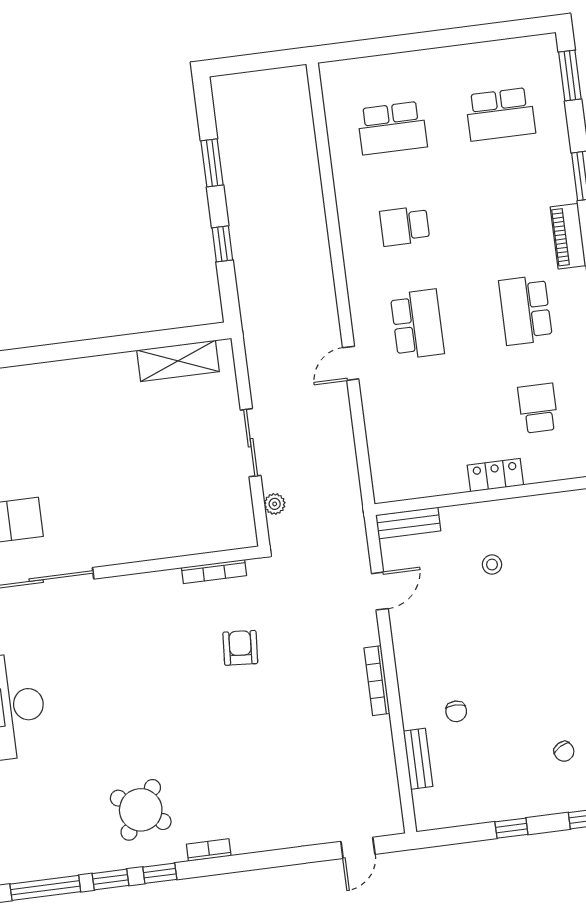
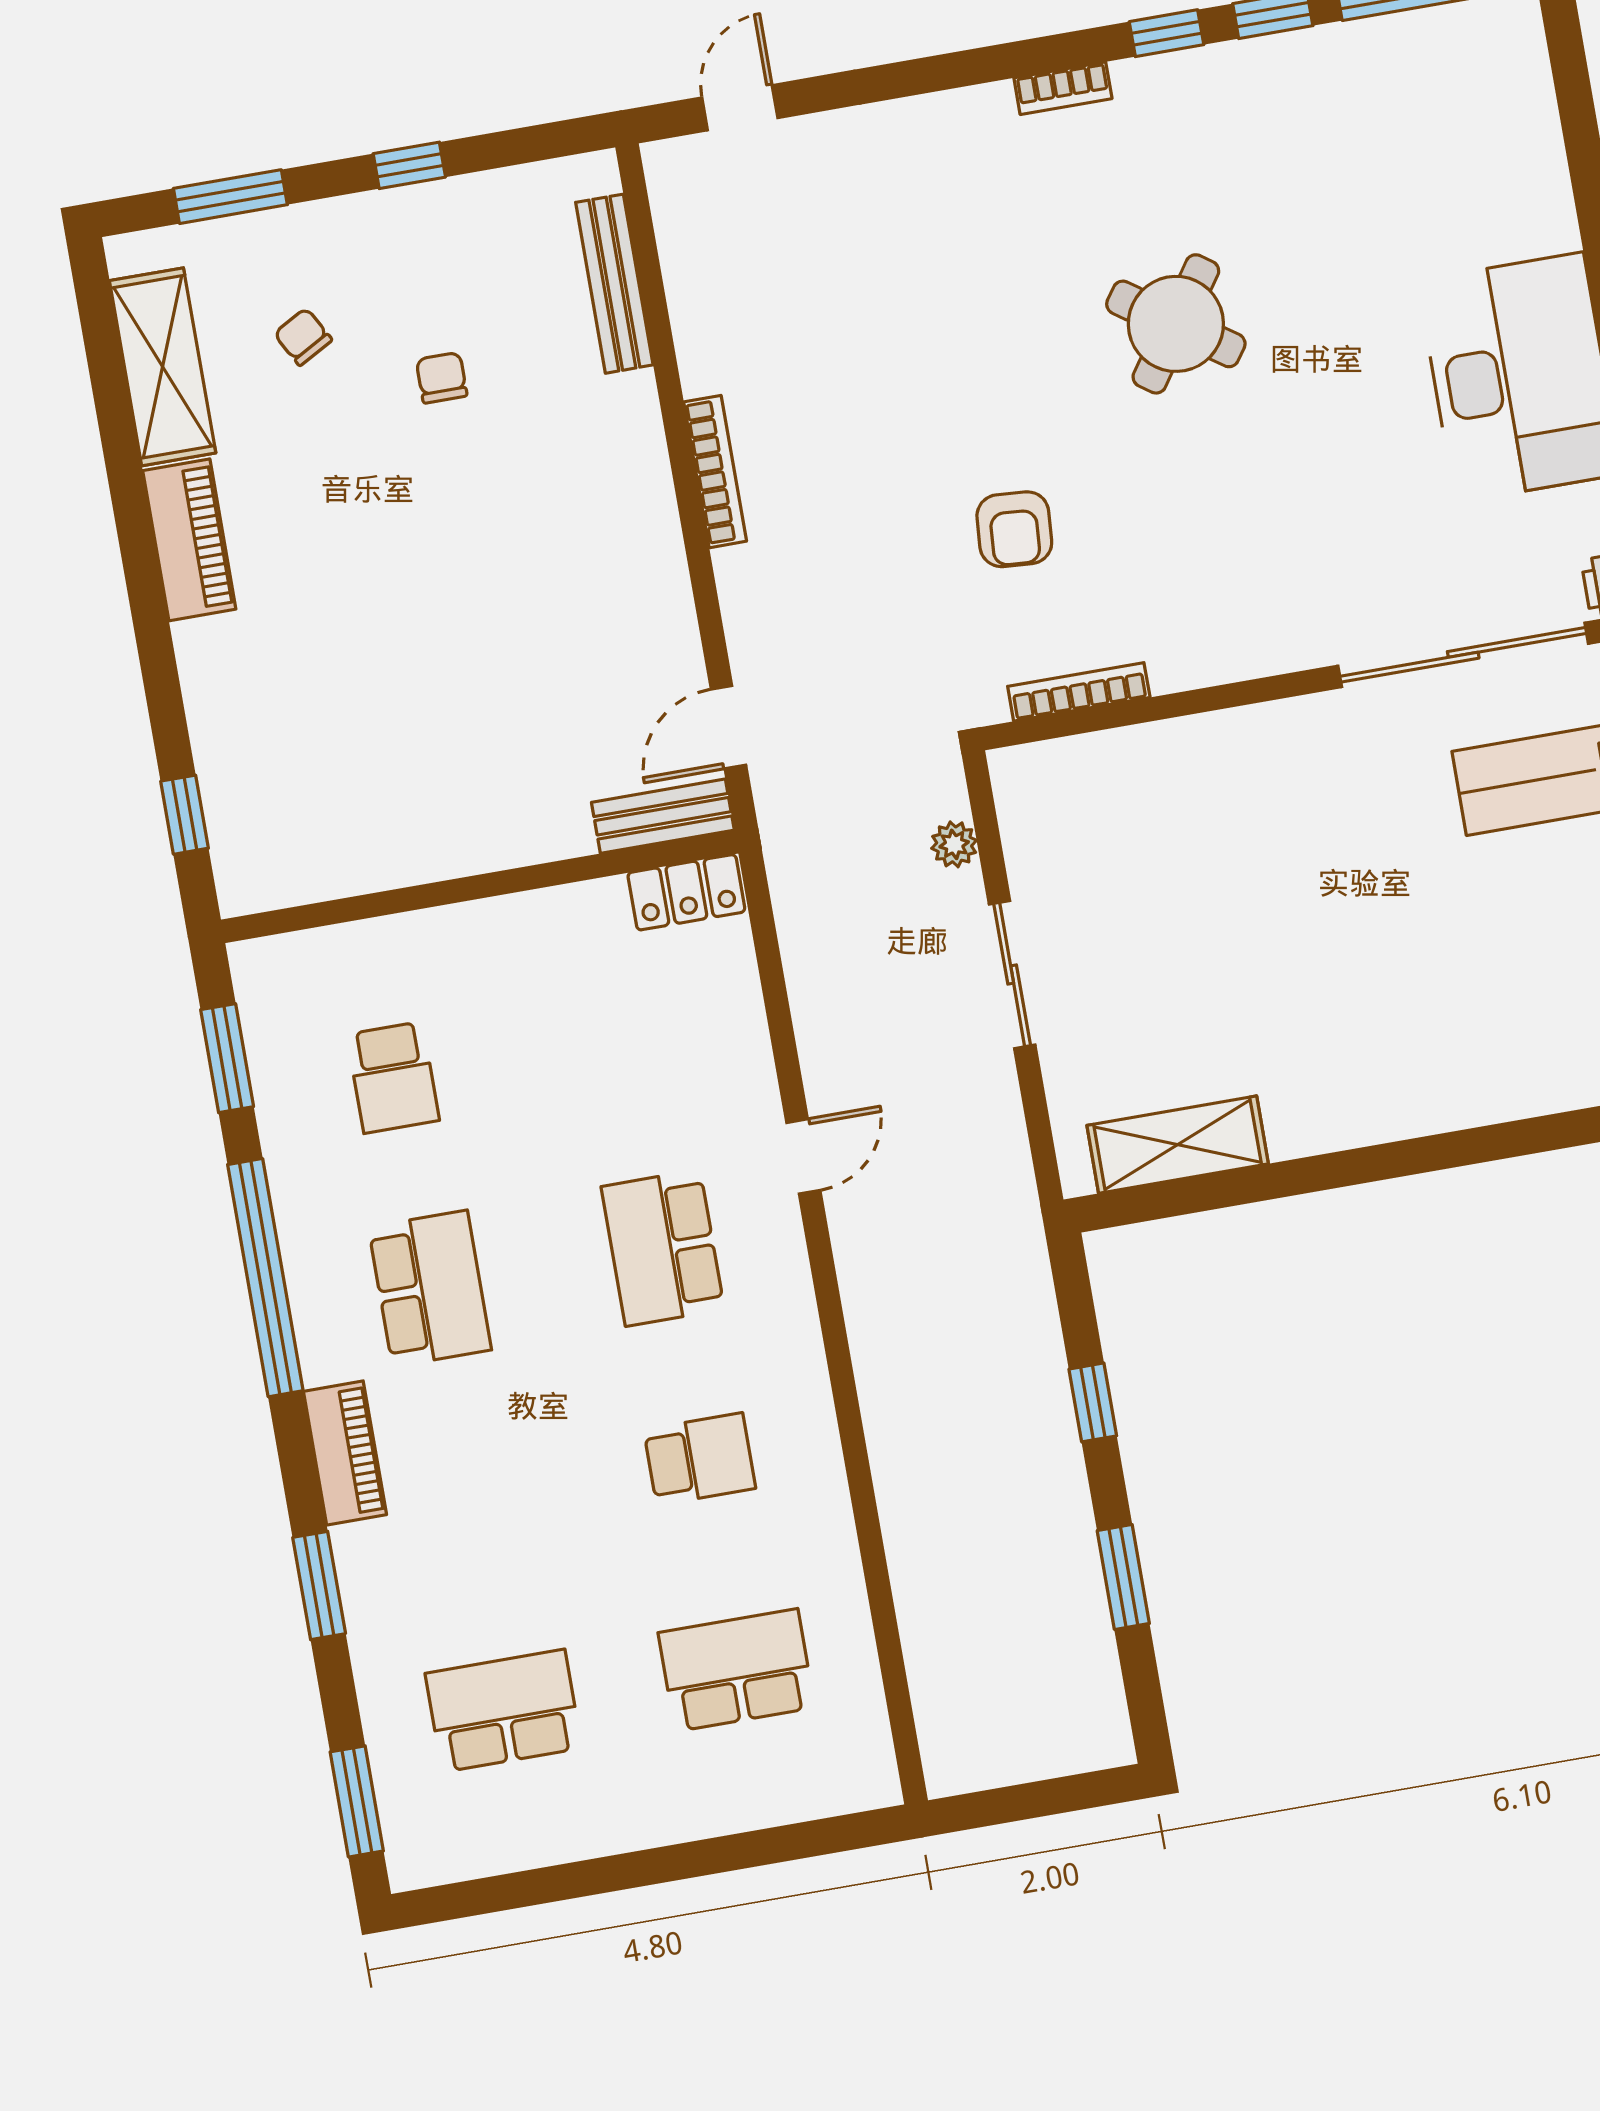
locker: (495, 475) -> (686, 892), moved
stool: (492, 565) -> (477, 734), removed
door: (380, 591) -> (728, 727), moved
chair: (456, 711) -> (442, 378), moved
bench: (418, 759) -> (614, 284), width x1.36
round table: (141, 810) -> (1176, 324), moved

